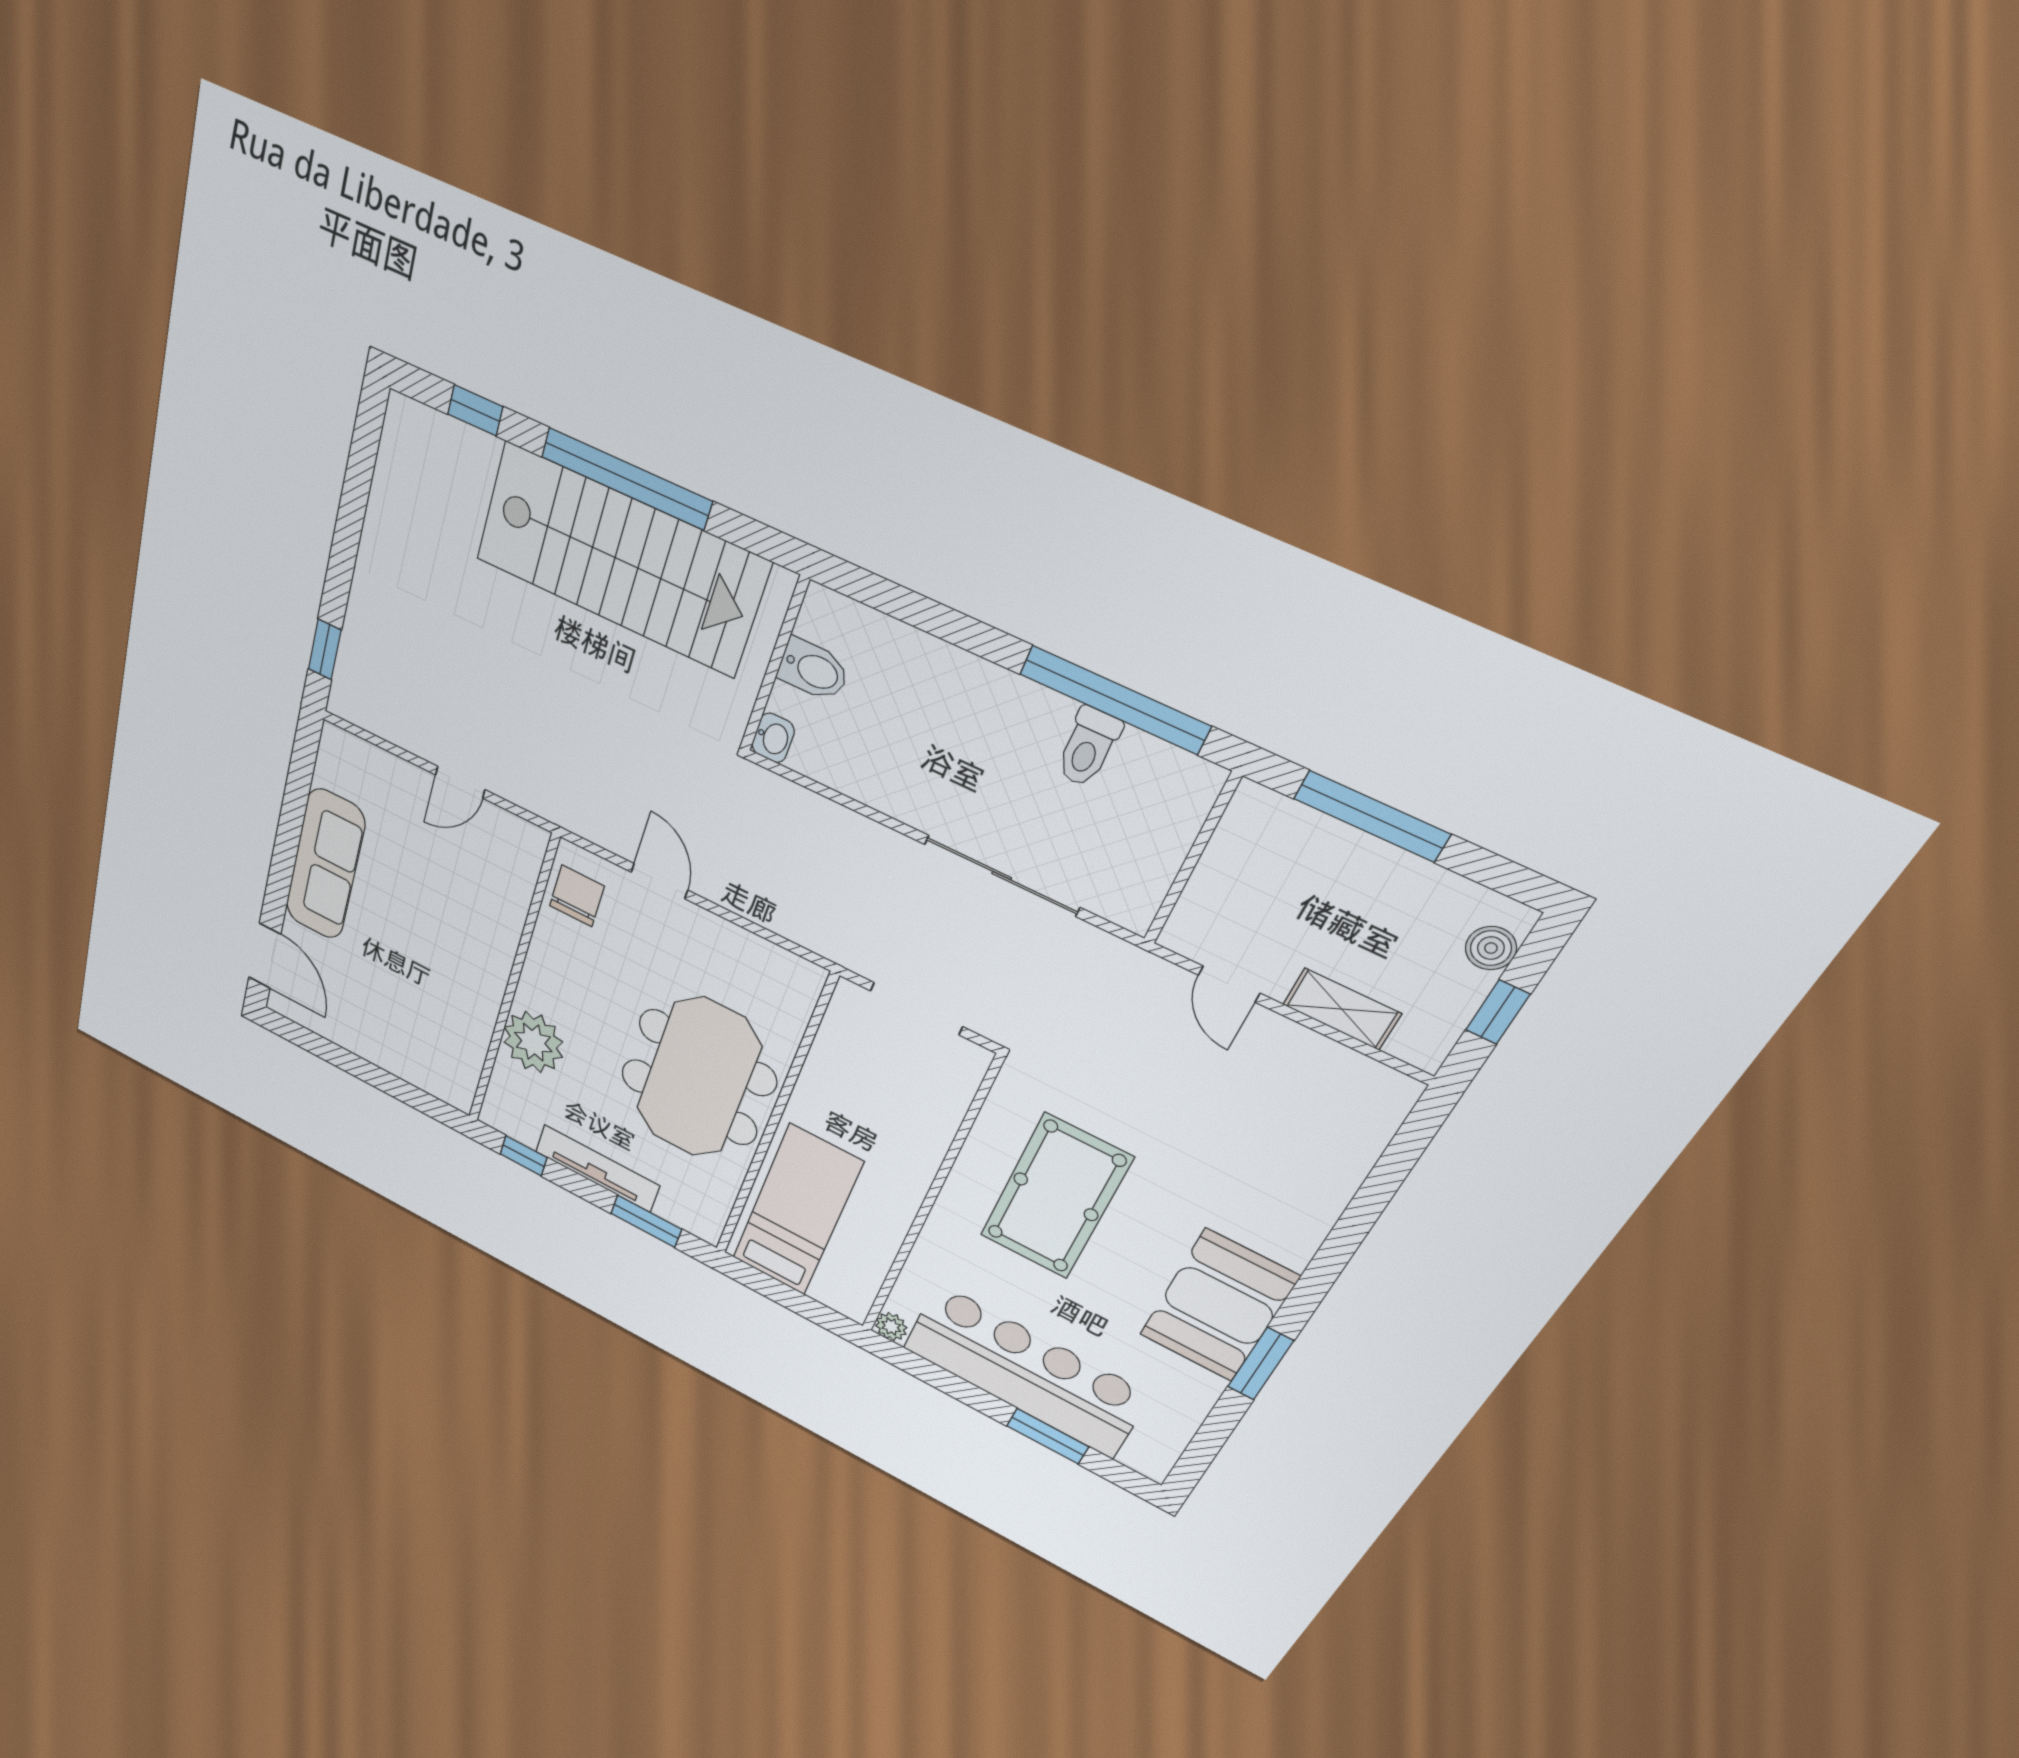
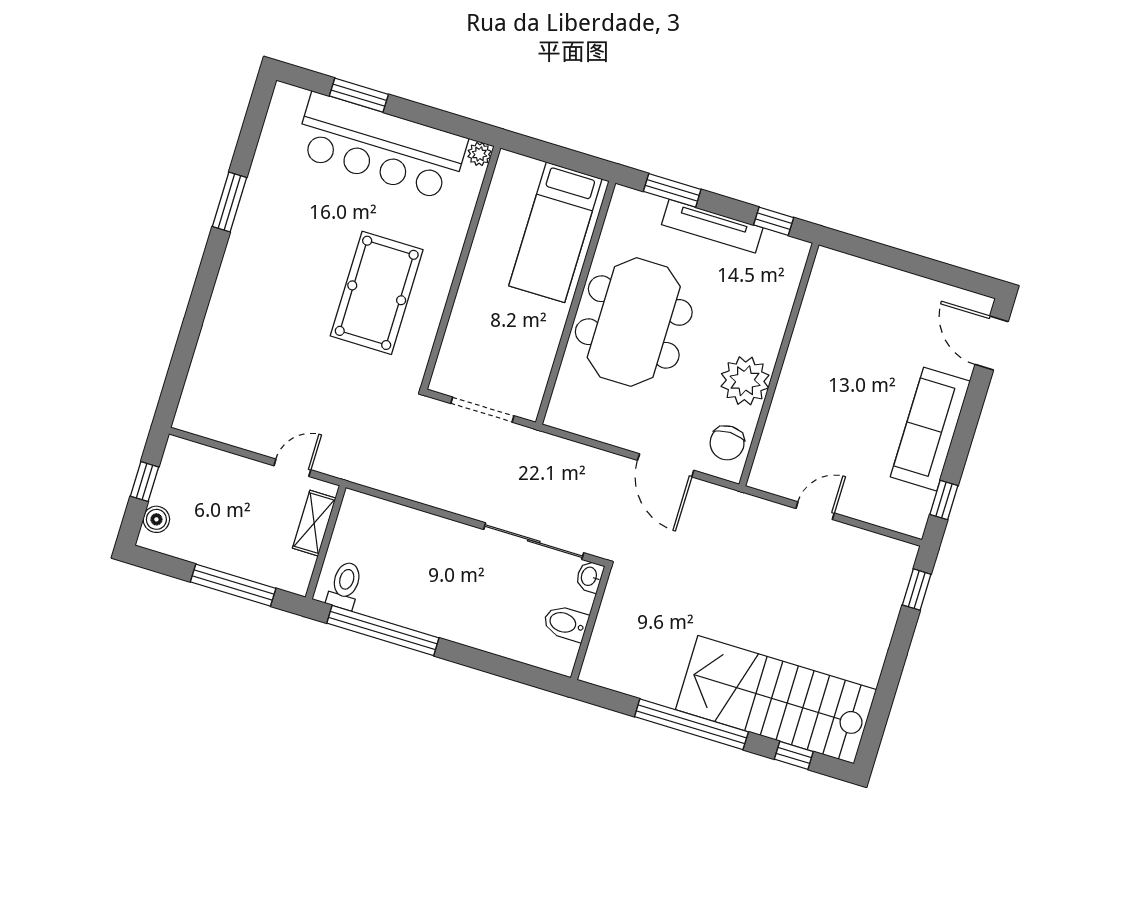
stairs: (620, 560) -> (776, 700), moved
toilet: (1088, 747) -> (345, 585), moved
window: (301, 769) -> (944, 500), added
sliding door: (1002, 876) -> (534, 541), moved
door: (659, 881) -> (666, 465), width x1.38
door: (1229, 984) -> (292, 468), hinge flipped
shelving: (1342, 1009) -> (314, 523), moved, turned 90
plant: (533, 1042) -> (745, 381), moved
booth: (1219, 1306) -> (262, 239), removed

